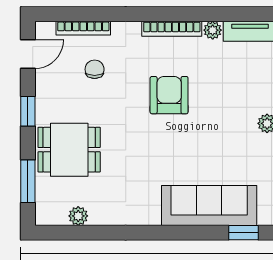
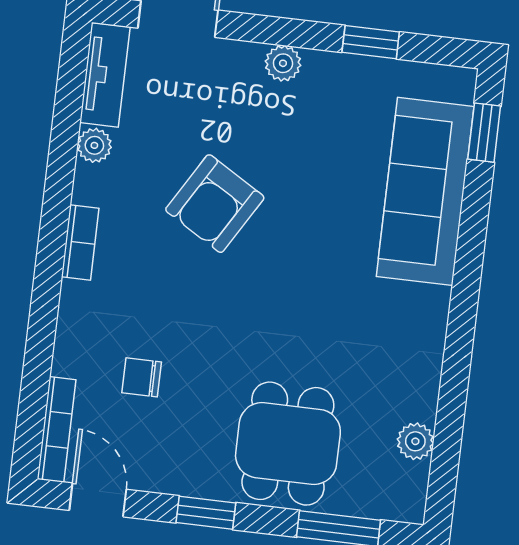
bookcase: (83, 28) -> (57, 429), moved
bookcase: (172, 29) -> (80, 242), width x0.64
armchair: (169, 95) -> (215, 204), moved, turned -59

